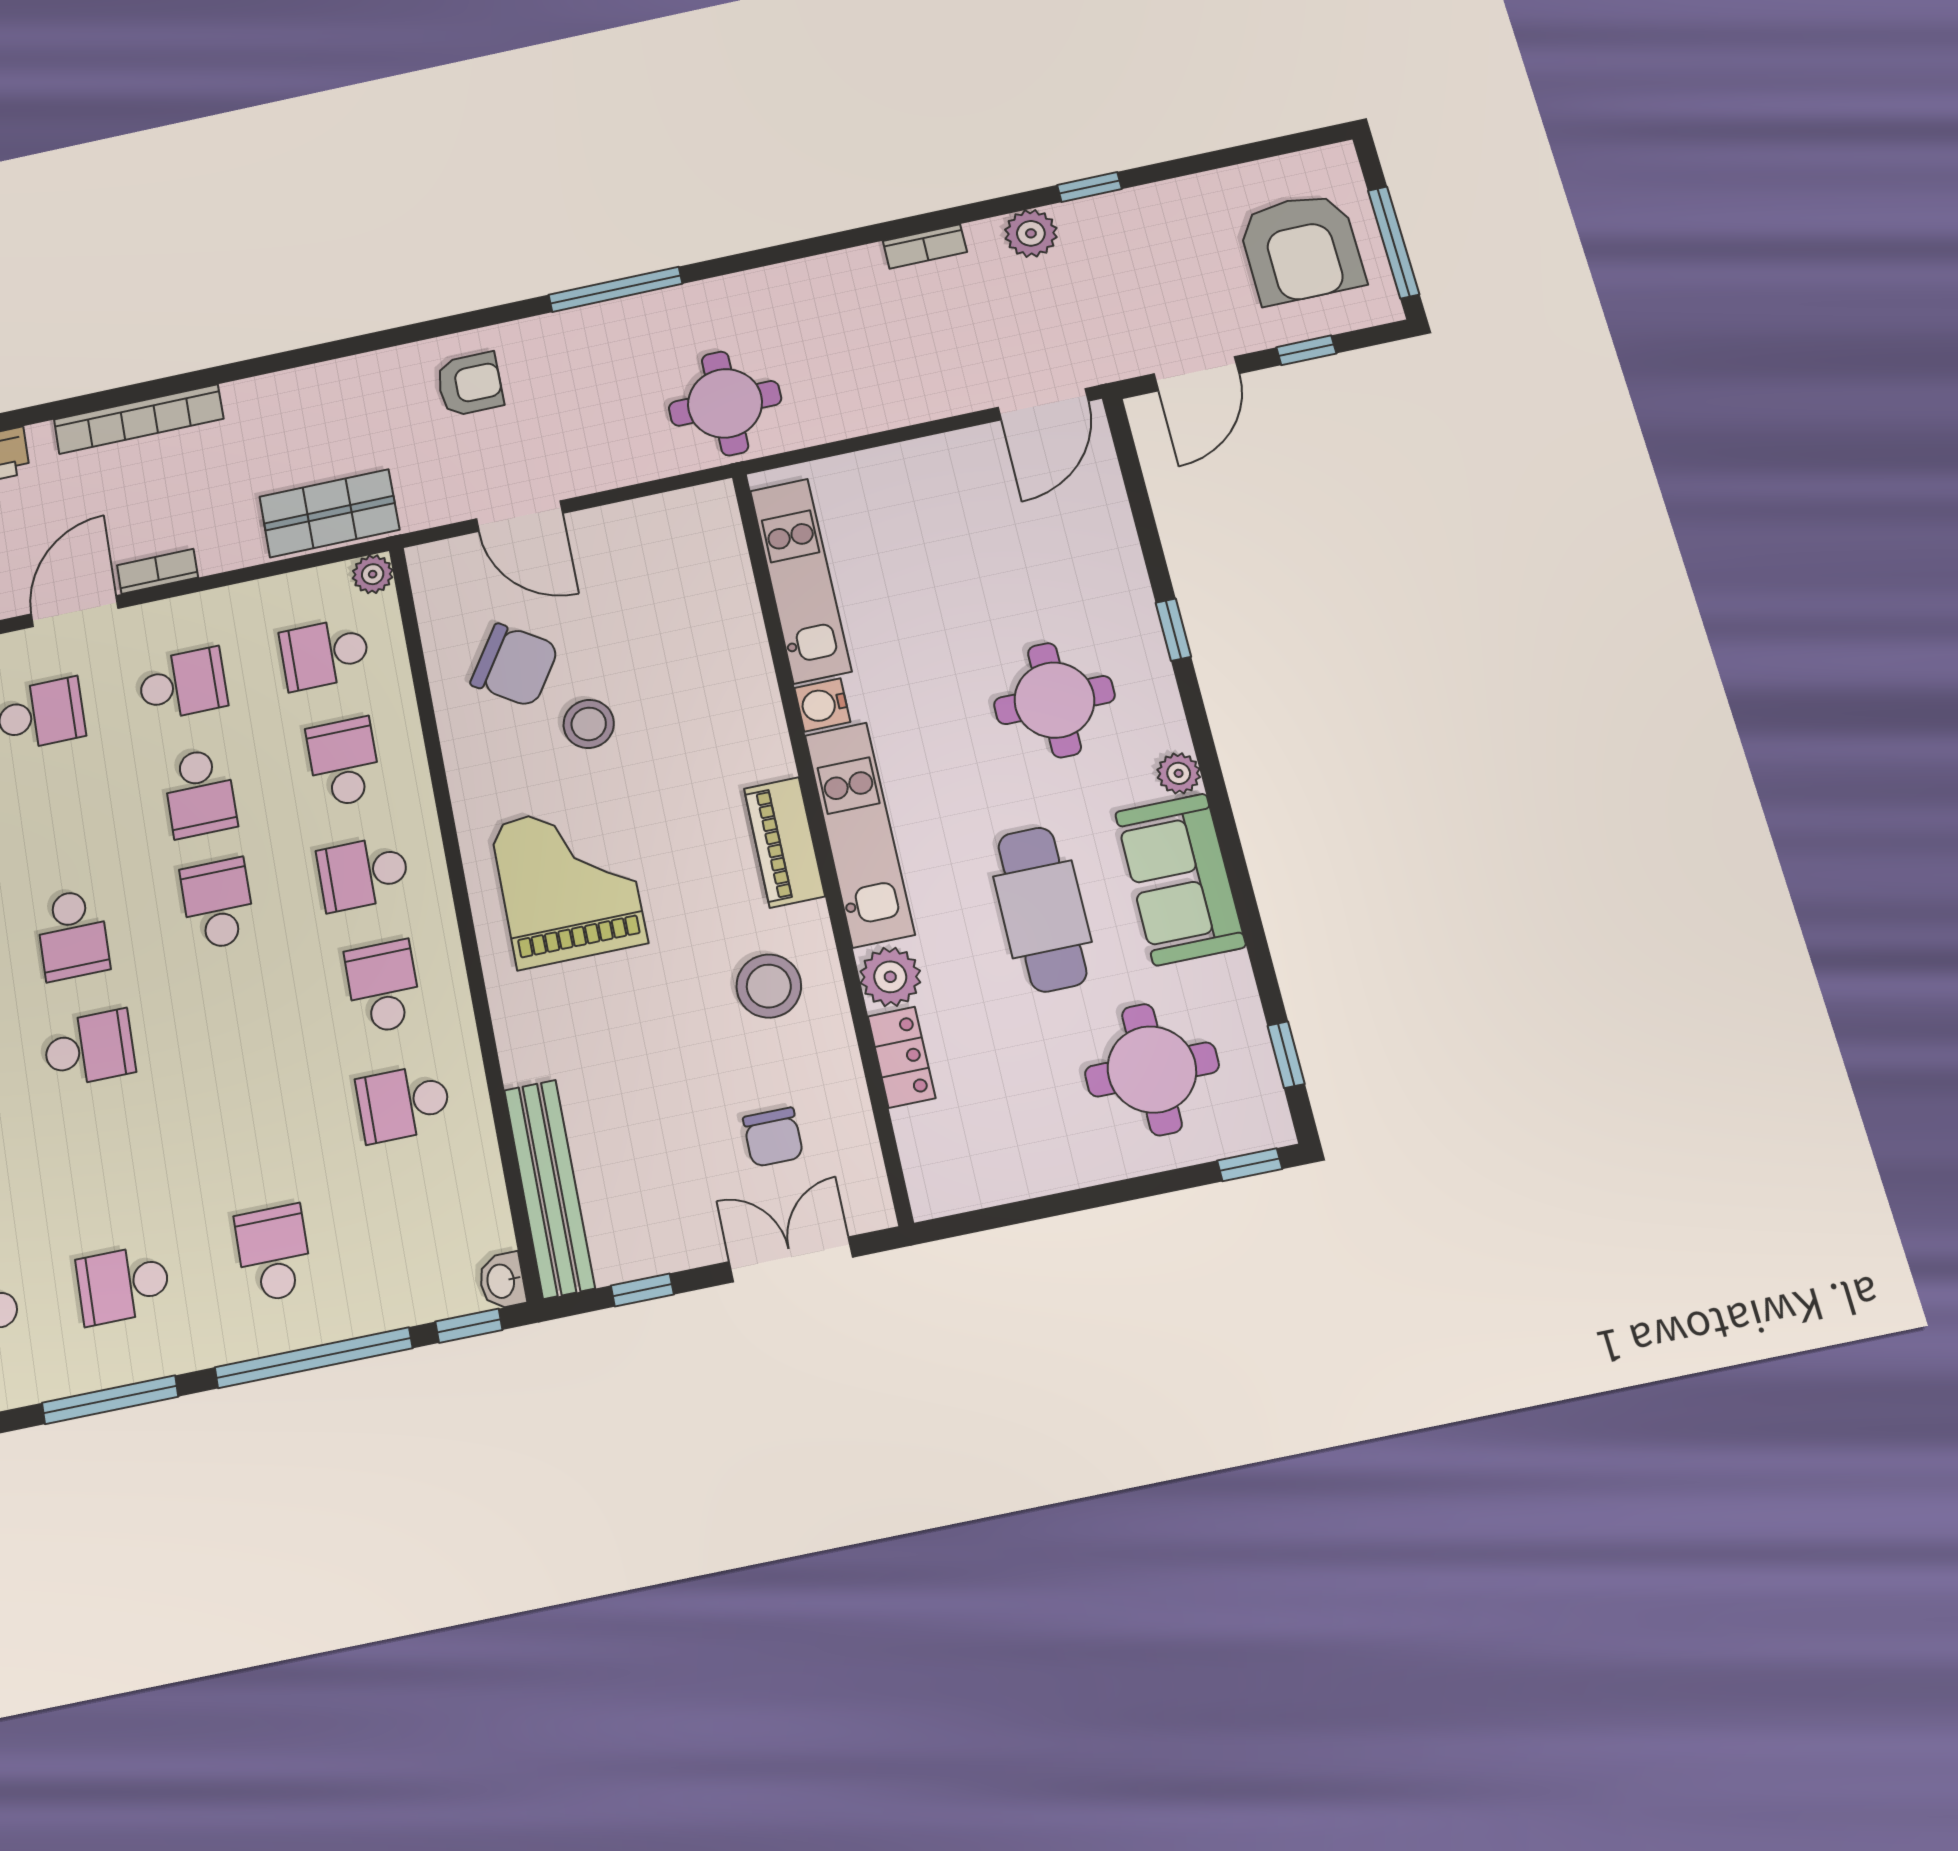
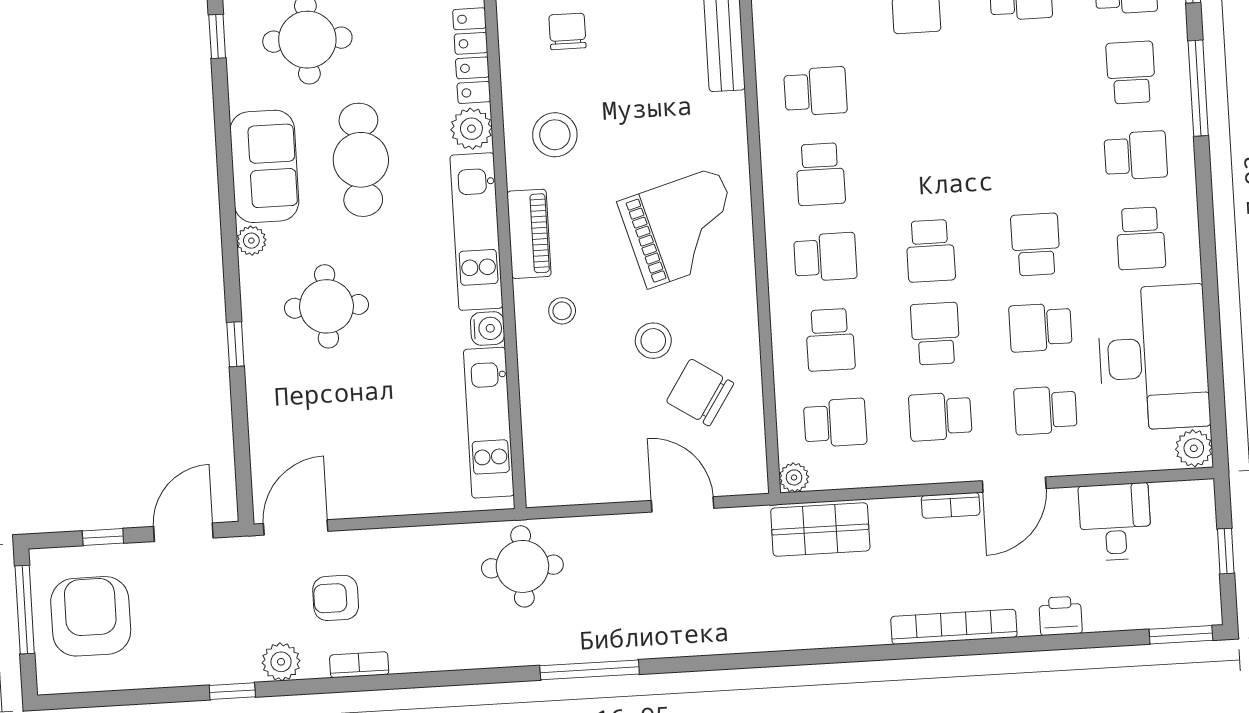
armchair: (470, 384) -> (336, 598), moved
stool: (722, 745) -> (562, 311), added
grand piano: (568, 883) -> (683, 228), turned -106
school desk: (89, 1049) -> (1040, 327), moved
locker: (902, 1057) -> (472, 56), width x1.53

